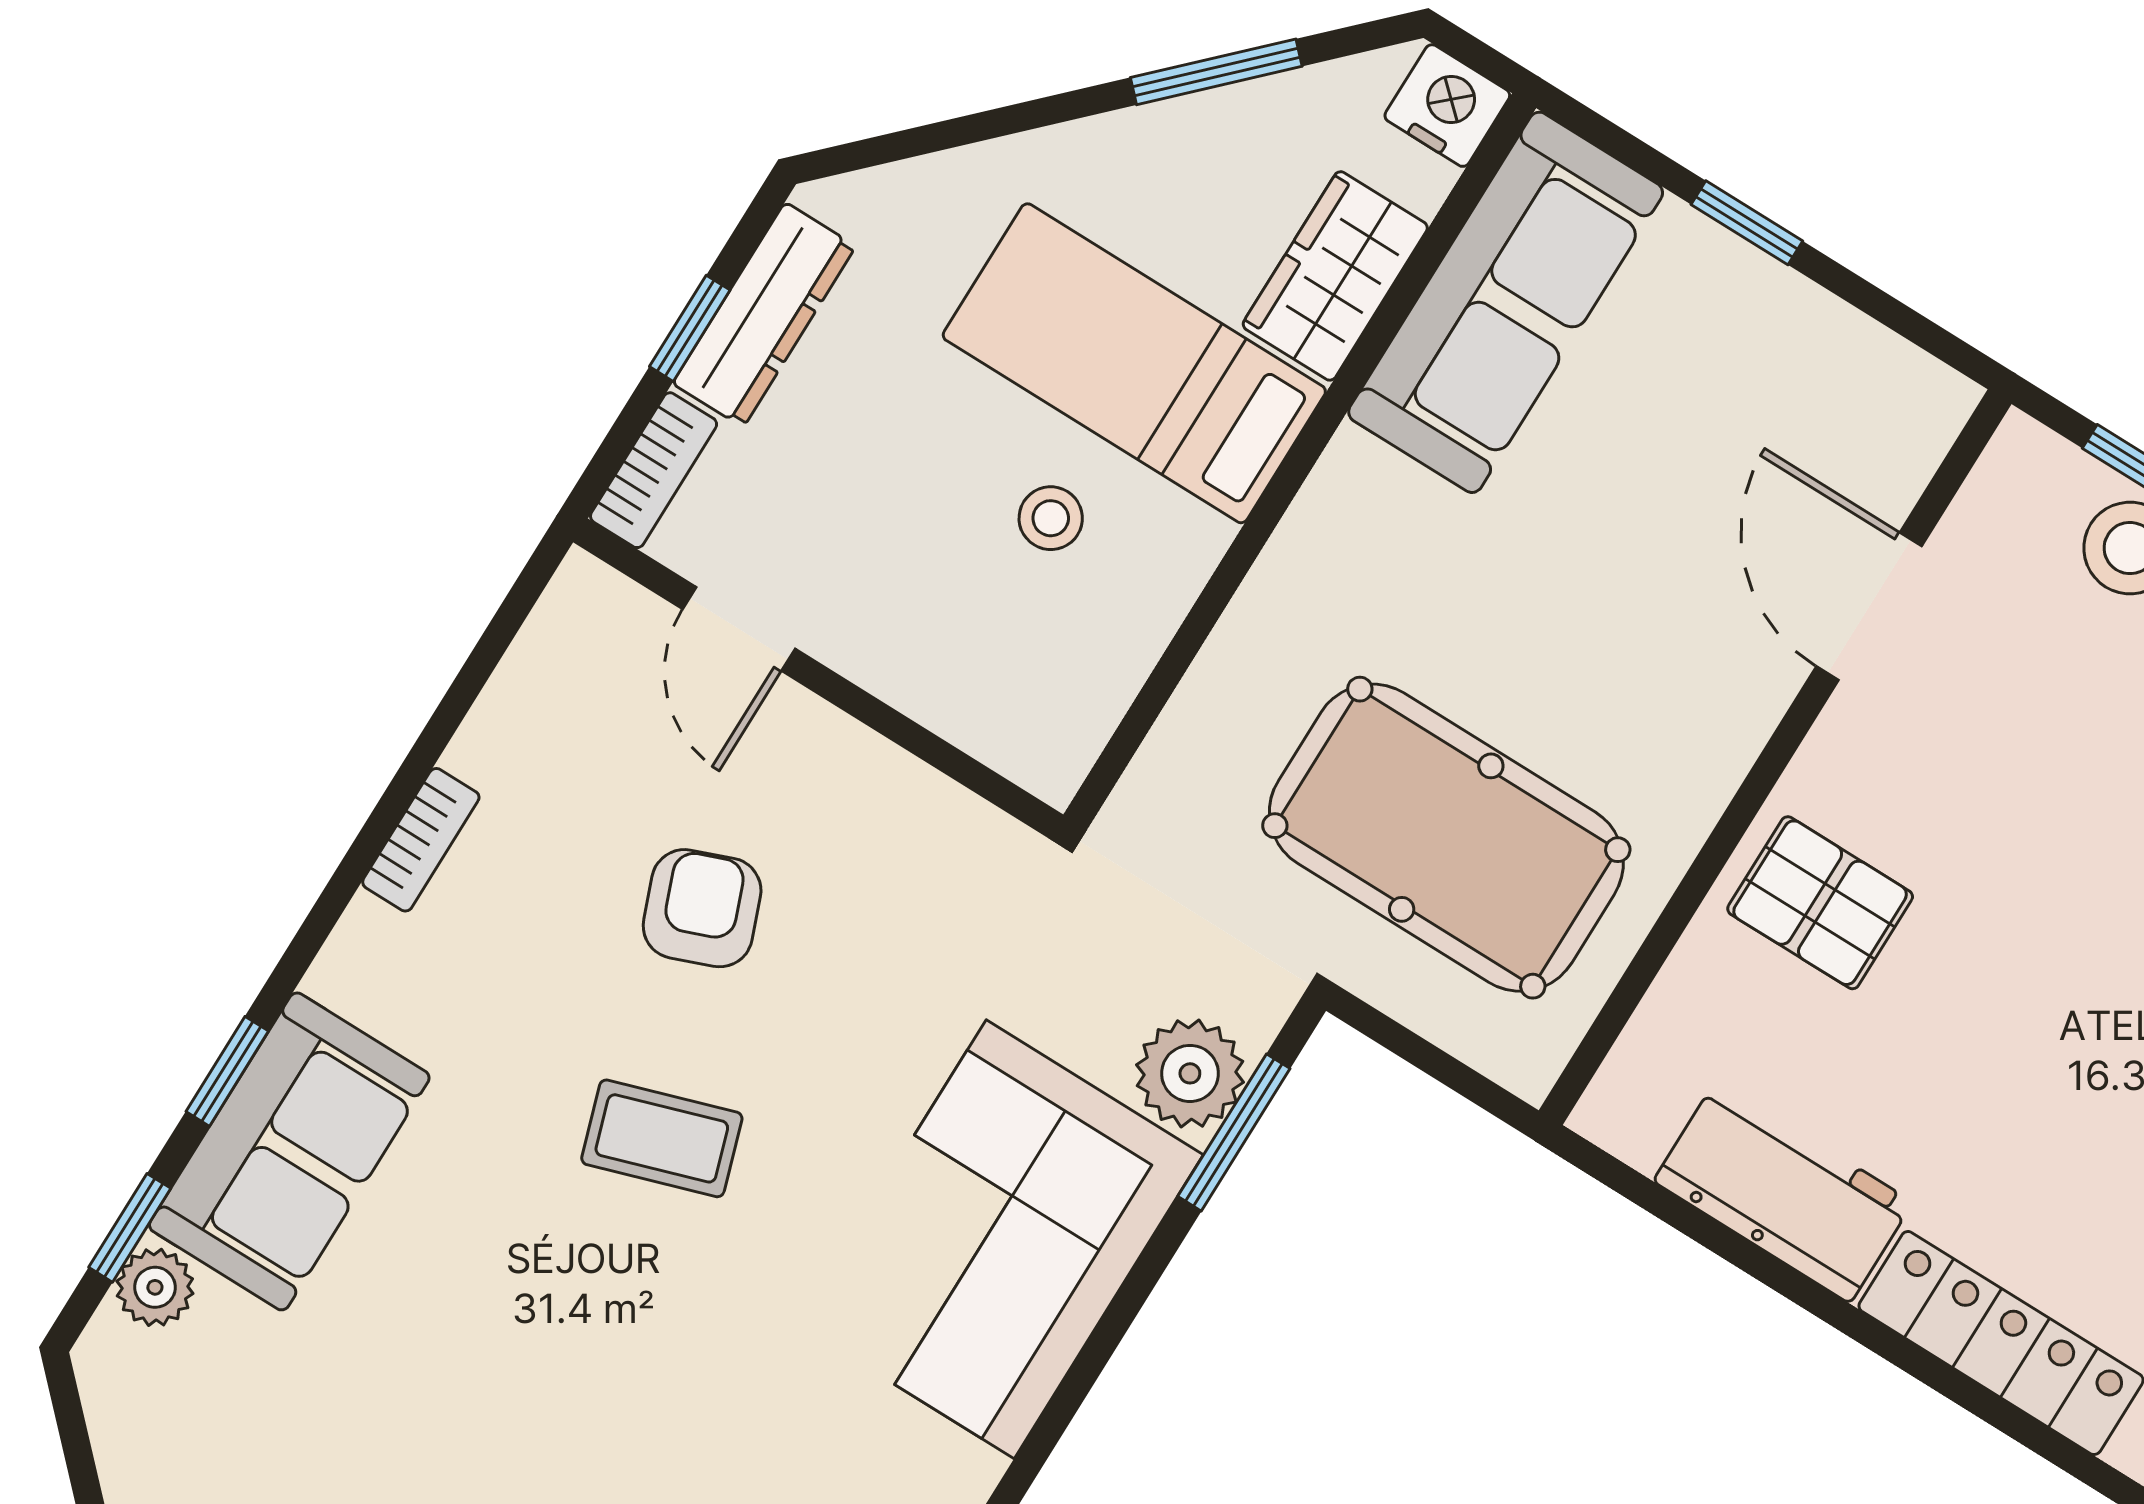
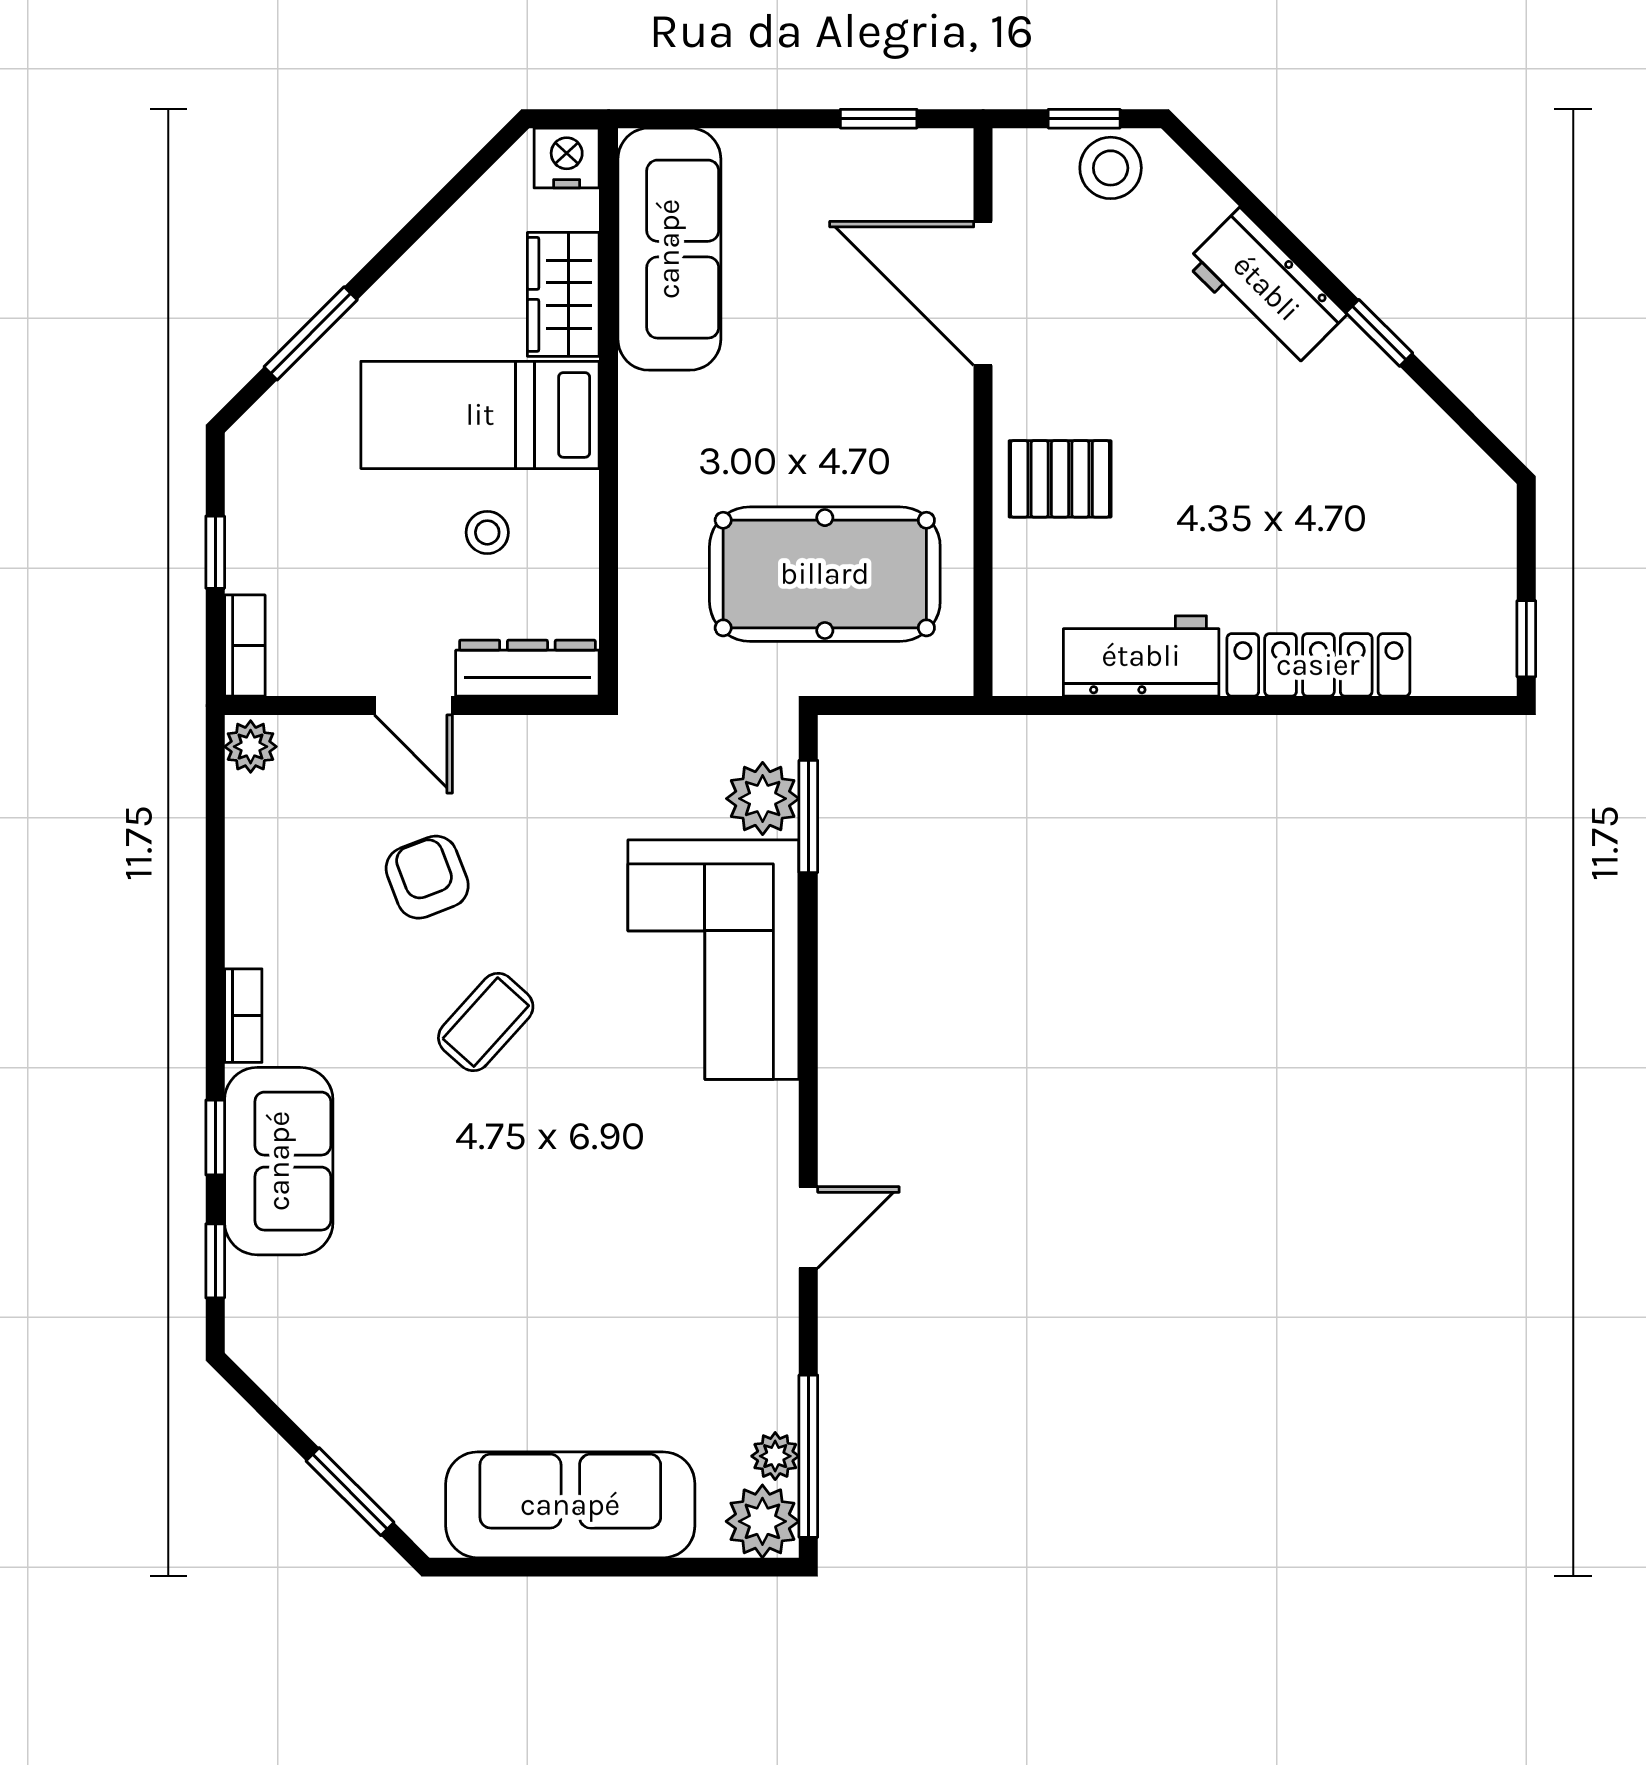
window: (1216, 72) -> (311, 333), moved
window: (1747, 223) -> (879, 119), moved
dresser: (764, 315) -> (527, 668), moved, turned -90
door: (1869, 606) -> (983, 293), width x1.36
door: (739, 629) -> (413, 706), moved
bookcase: (421, 840) -> (243, 1016), moved
coffee table: (662, 1138) -> (486, 1022), turned -30
plant: (155, 1287) -> (251, 747), moved

